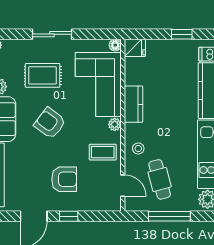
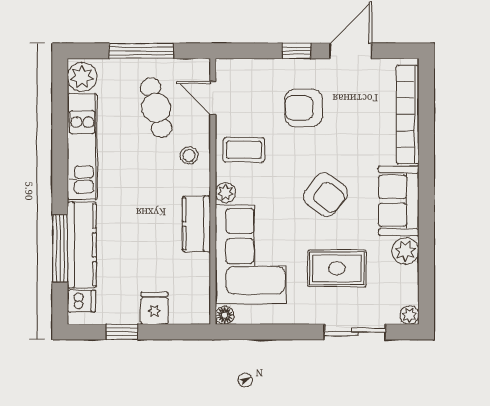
sliding door: (52, 34) -> (355, 332), moved
fridge: (135, 48) -> (154, 308), moved, turned 90

